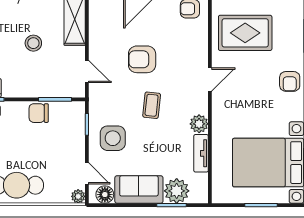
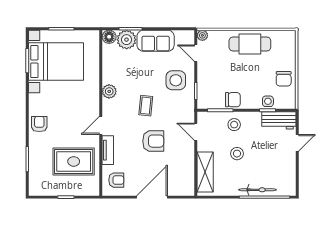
stool: (37, 81) -> (234, 125), added
tv unit: (201, 153) -> (108, 150), moved
floor lamp: (105, 195) -> (109, 37), moved

